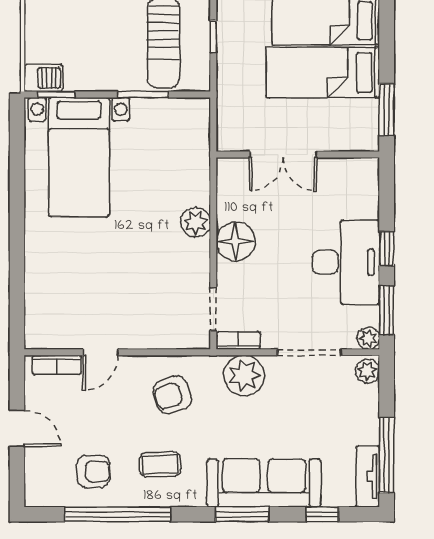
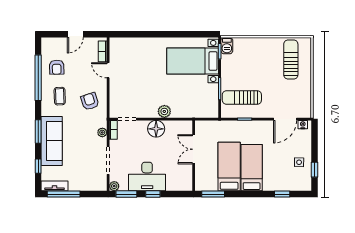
plant: (367, 371) -> (100, 186), removed
plant: (244, 375) -> (102, 132), width x0.53, depth x0.53

